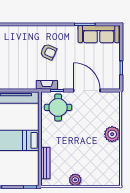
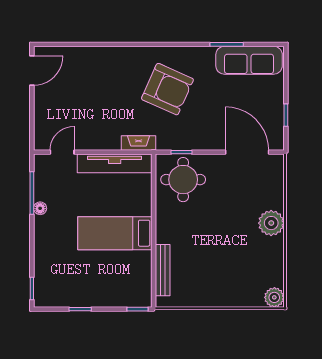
armchair: (48, 52) -> (167, 89), width x1.88, depth x1.88
fireplace: (47, 85) -> (139, 143), moved
door: (87, 91) -> (247, 152), moved
plant: (75, 180) -> (274, 297), moved

